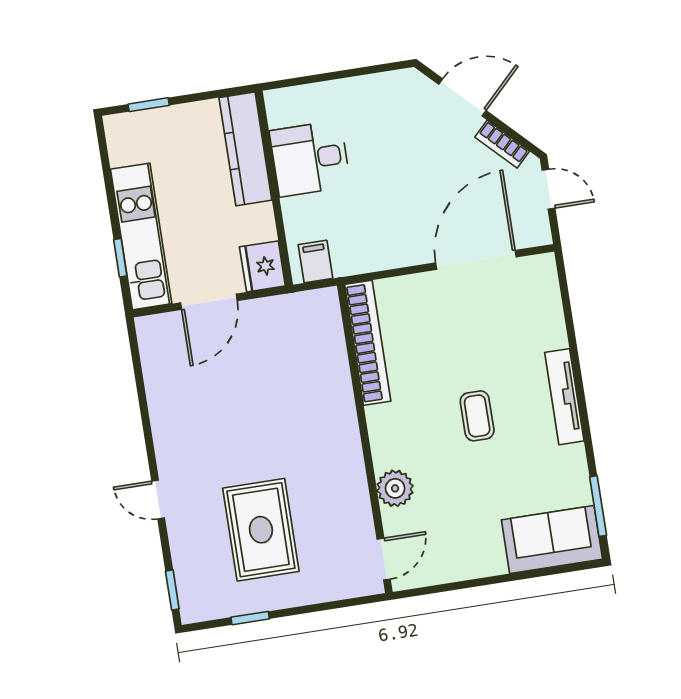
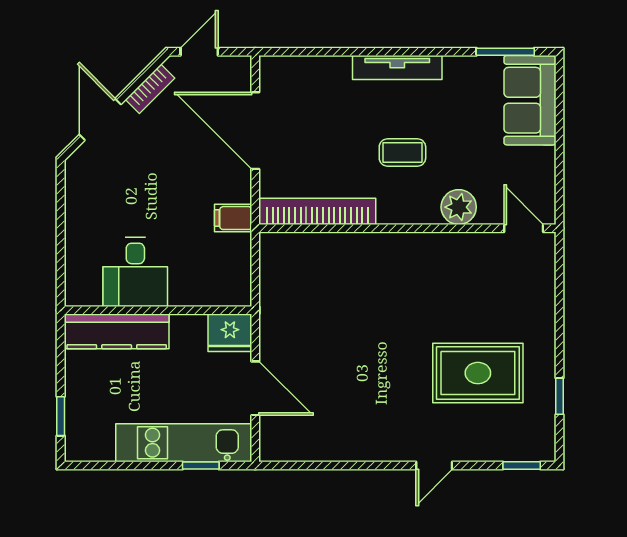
filing cabinet: (315, 262) -> (233, 218), moved
bookcase: (368, 343) -> (317, 211), moved
wall: (365, 439) -> (407, 228), moved
plant: (395, 488) -> (459, 207), moved
door: (384, 559) -> (524, 228), moved

